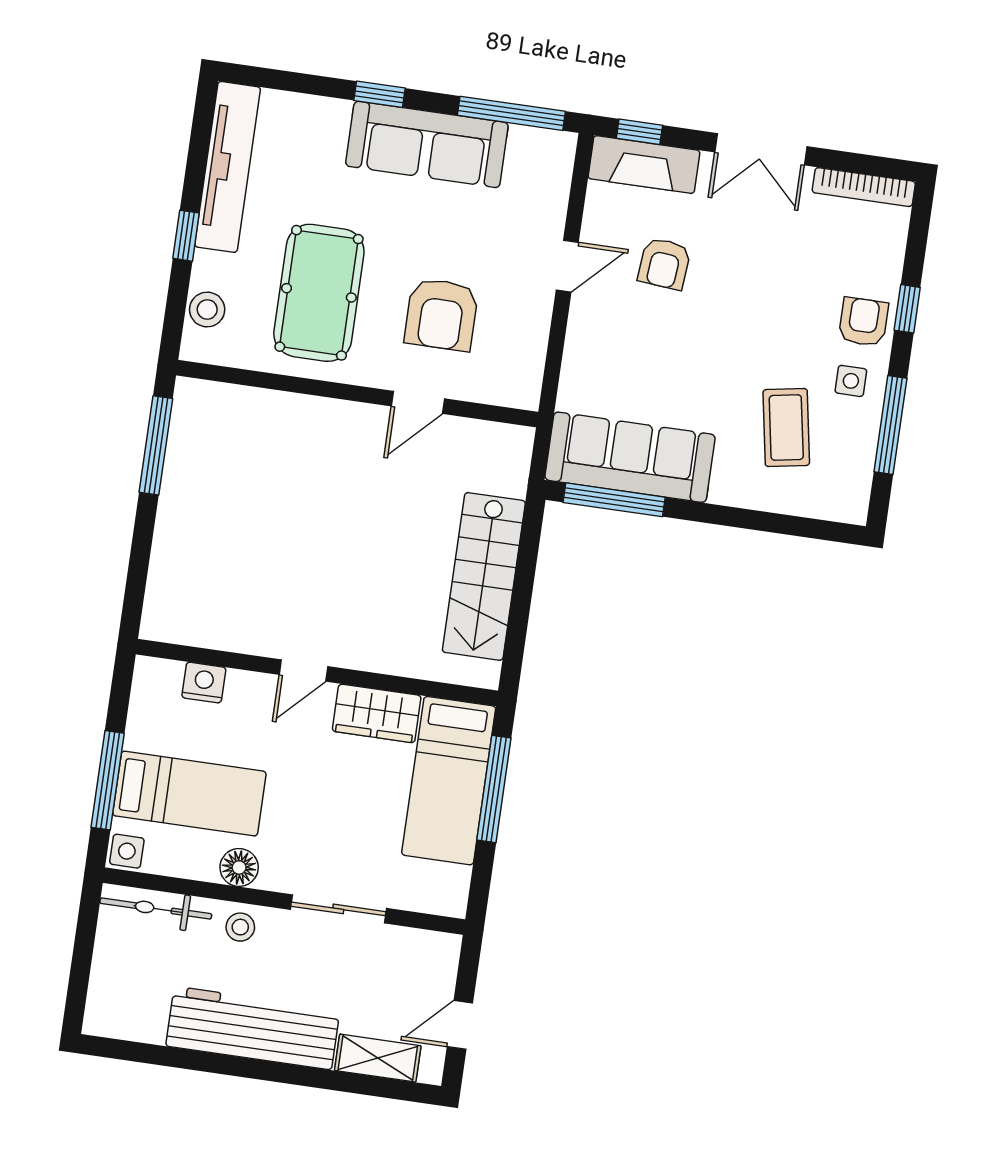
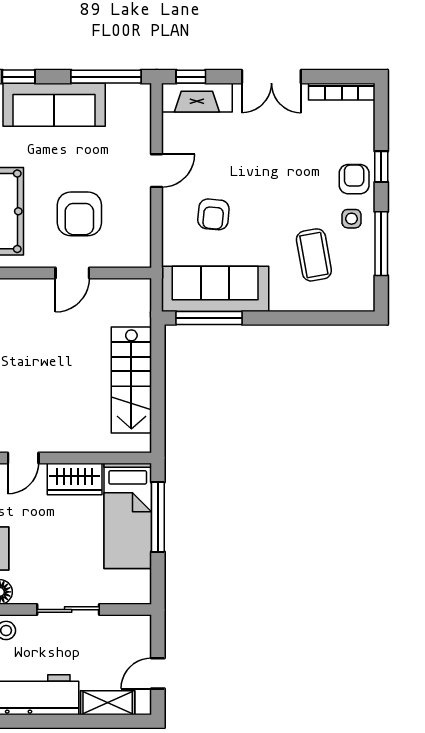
armchair: (664, 264) -> (213, 214), moved

